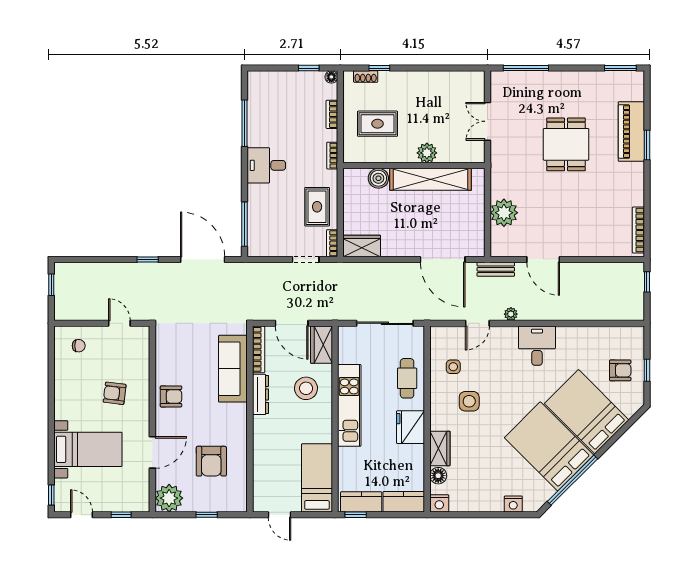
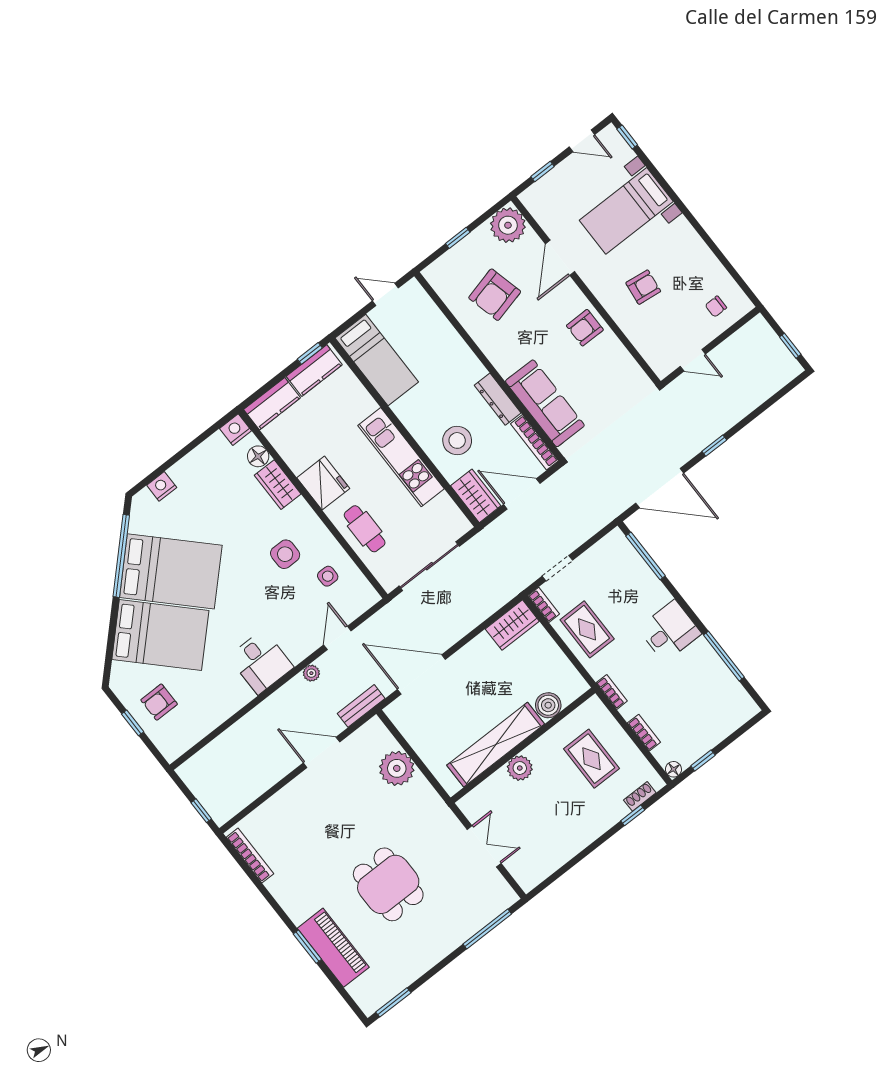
rug: (377, 124) -> (591, 759), turned 90
armchair: (211, 461) -> (495, 295), turned -104

